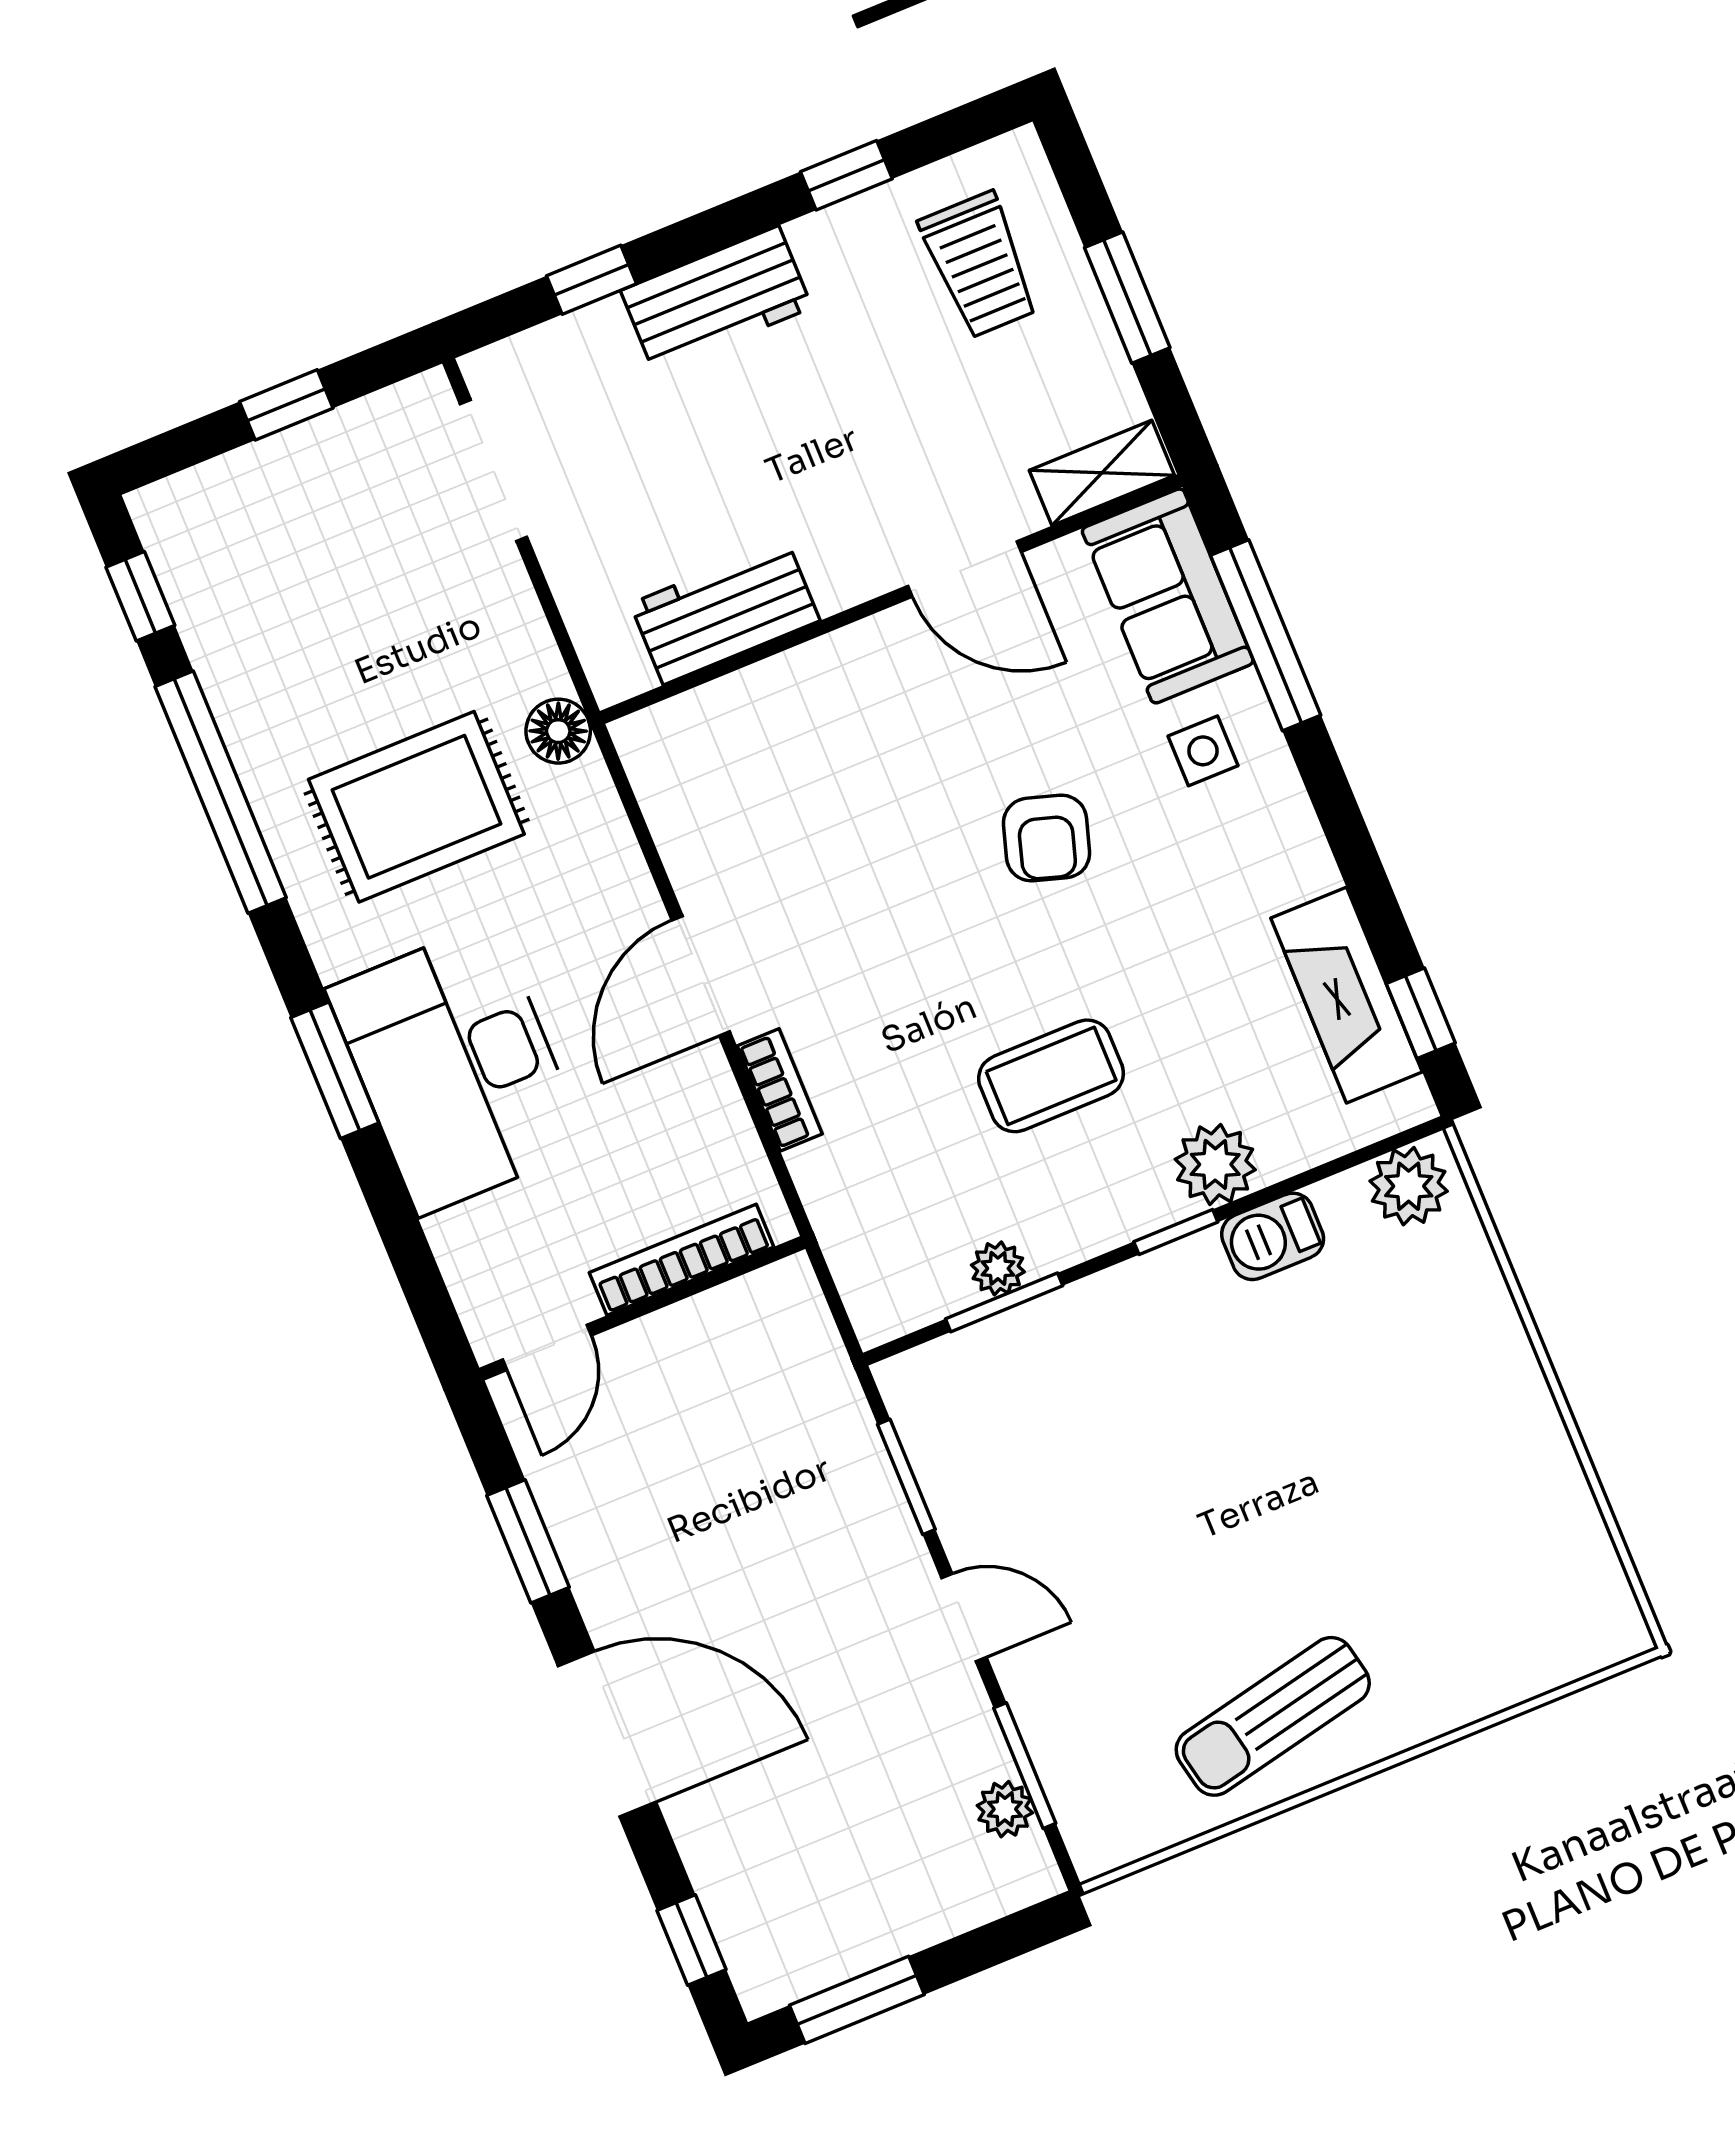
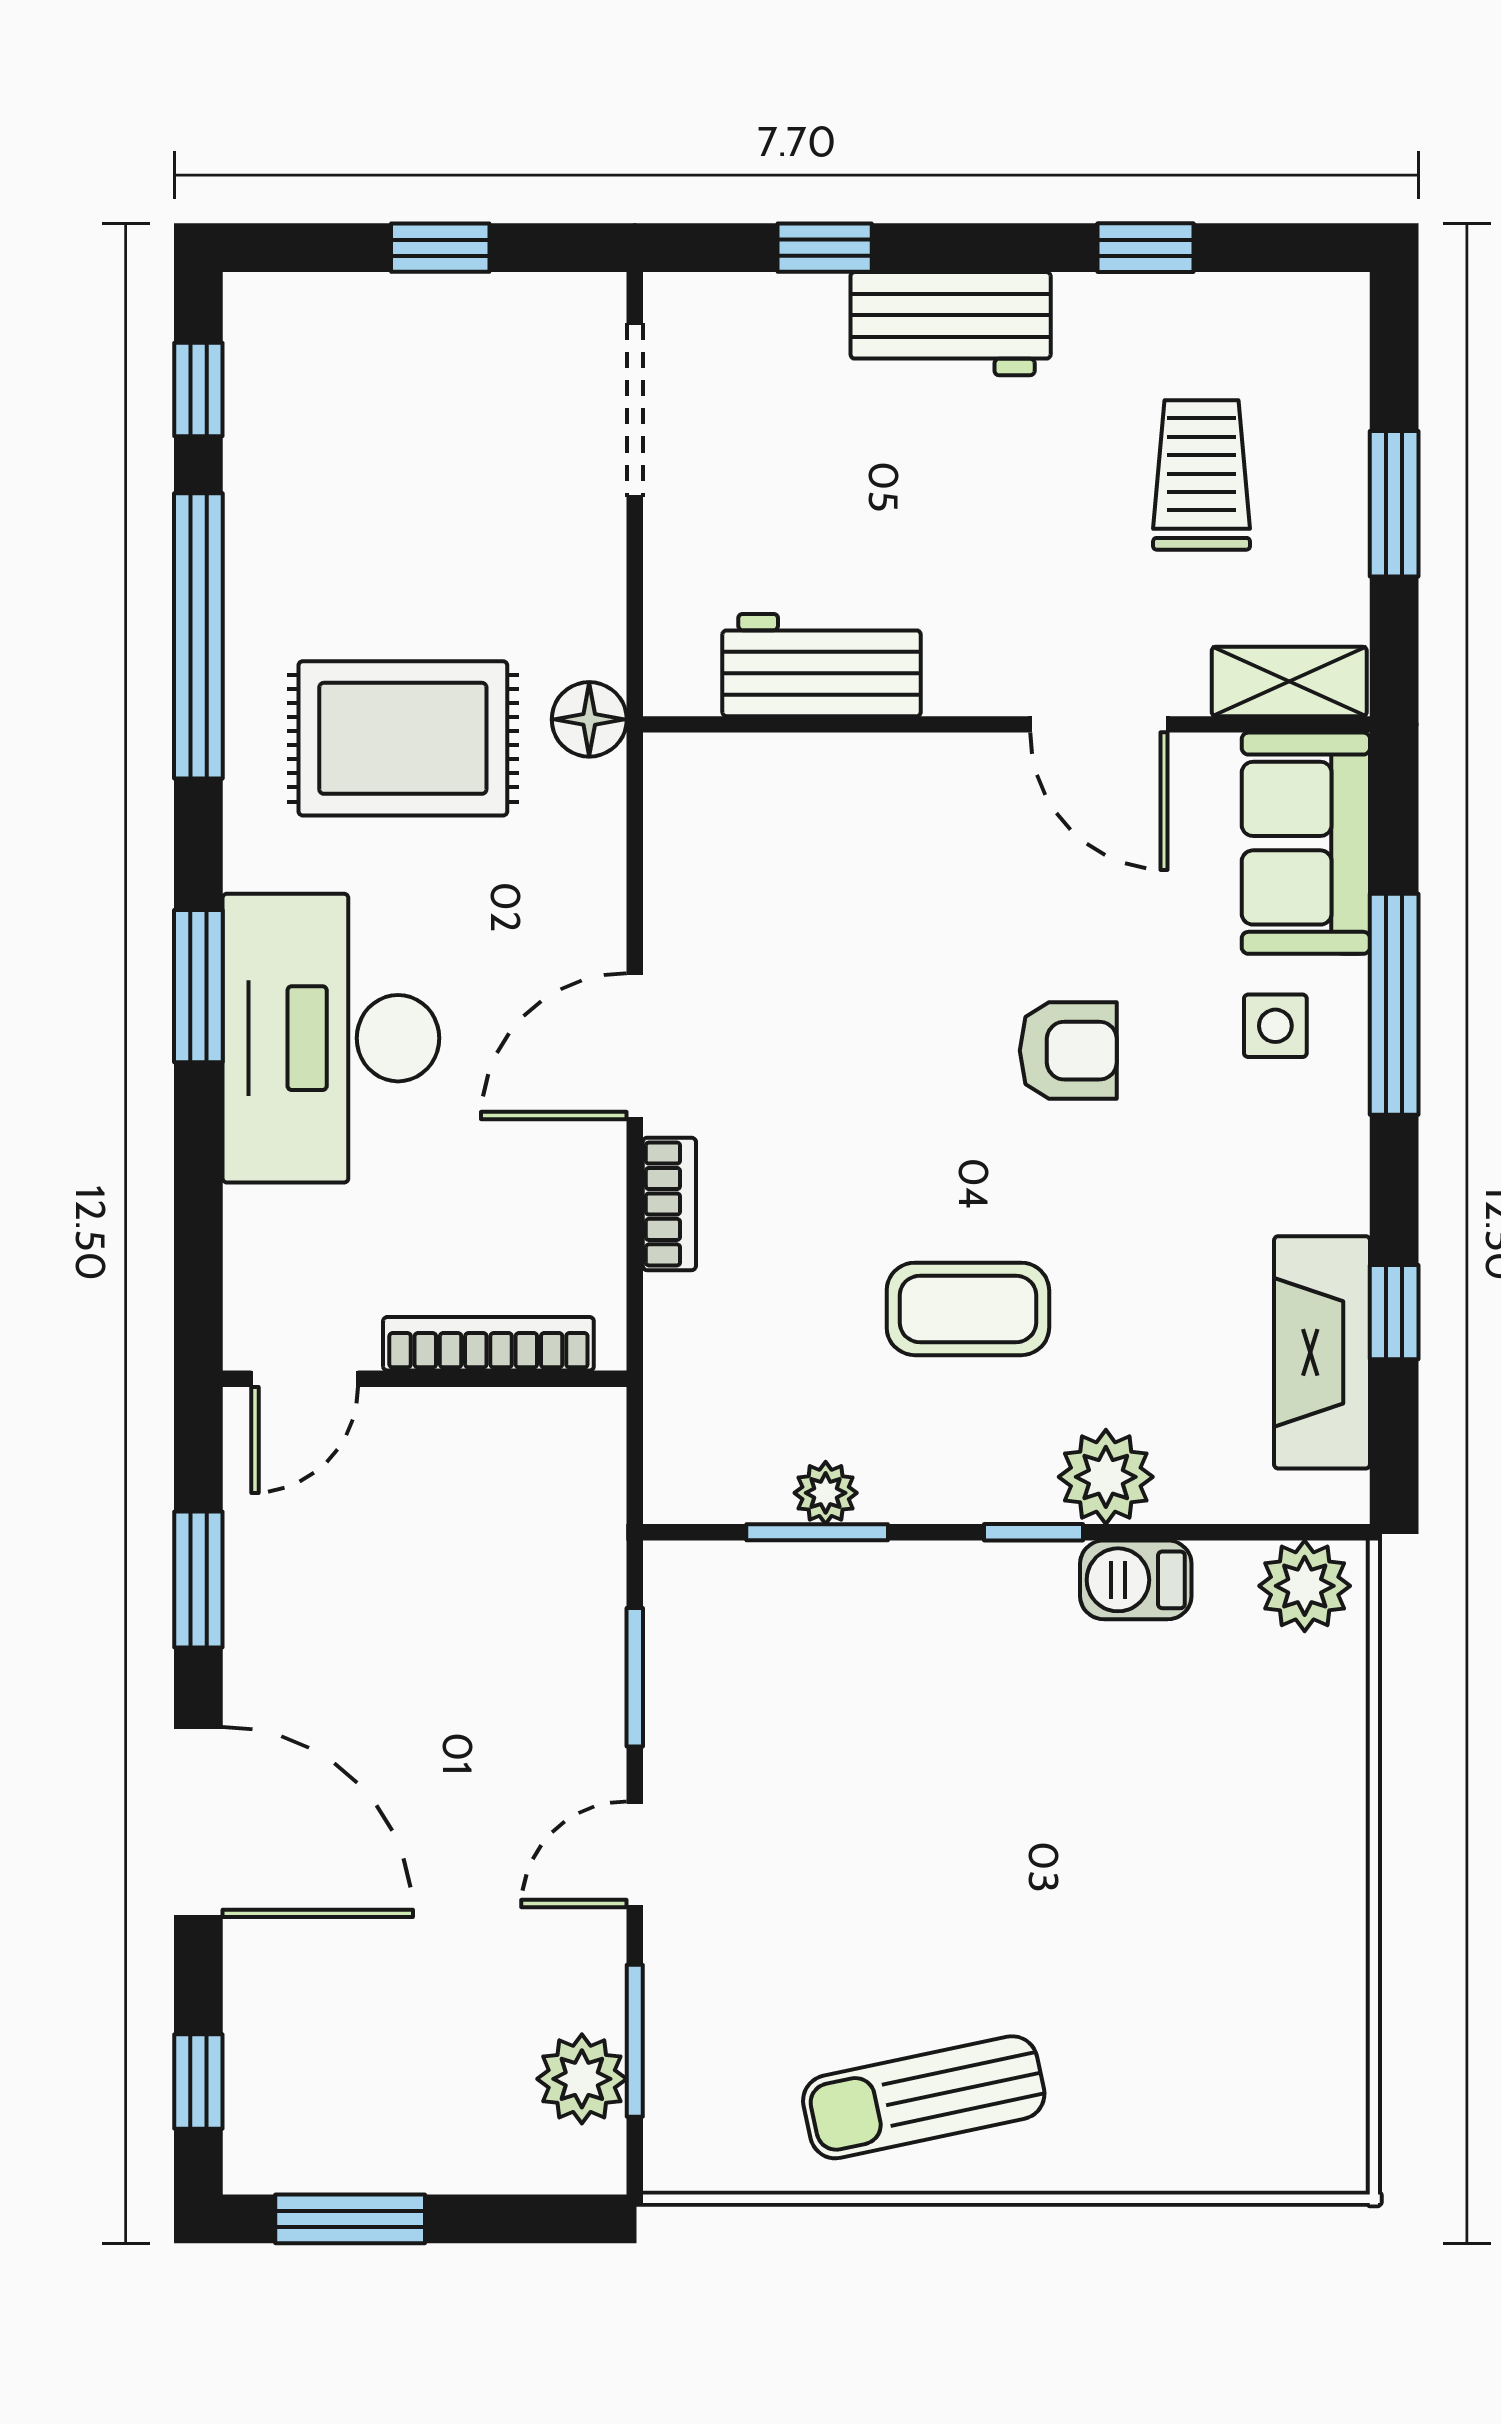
trolley: (979, 265) -> (1202, 475), moved, turned 180
window: (1266, 635) -> (1394, 1004), moved
armchair: (1047, 838) -> (1068, 1051), turned -107
window: (1421, 1013) -> (1394, 1312), moved
door: (964, 1618) -> (635, 1854), swing flipped
plant: (1005, 1809) -> (582, 2079), width x1.38, depth x1.38

